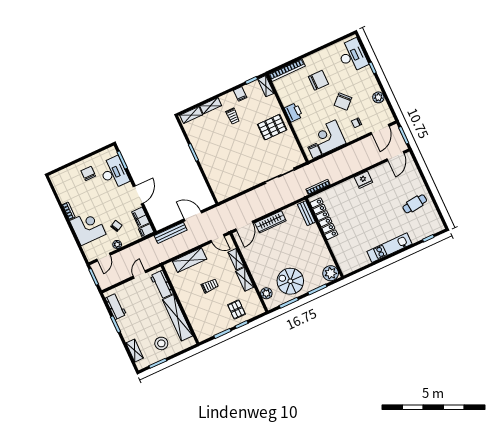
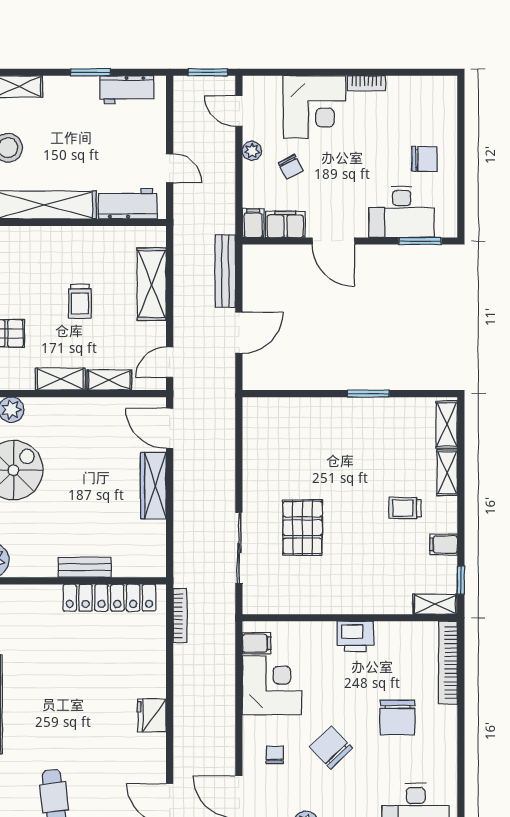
pallet: (272, 127) -> (302, 528), moved
bench: (306, 213) -> (85, 567), moved

